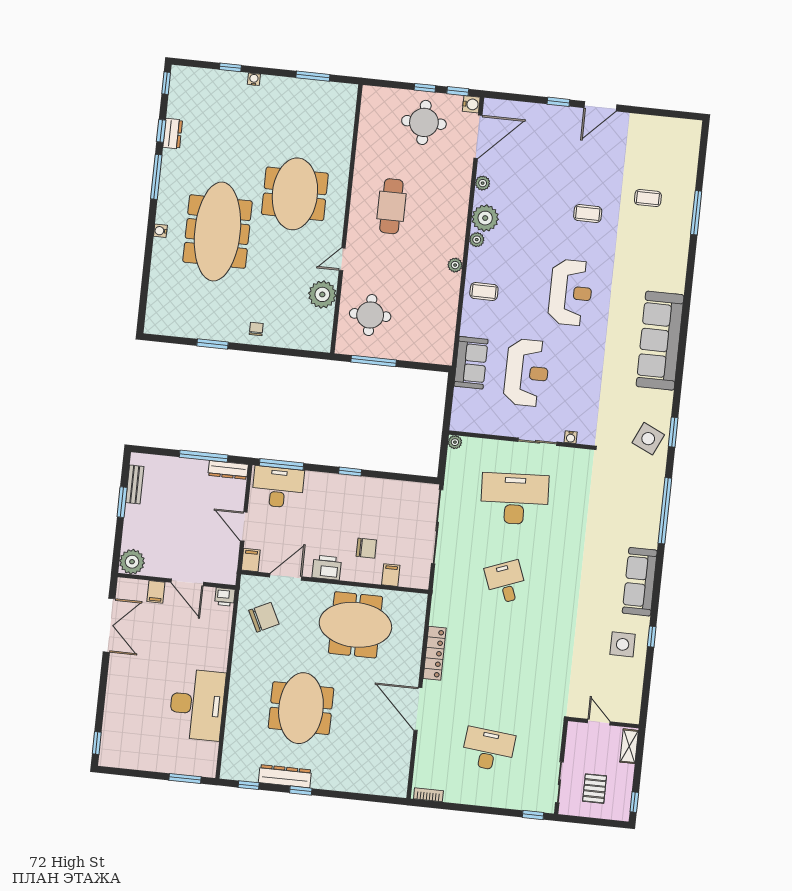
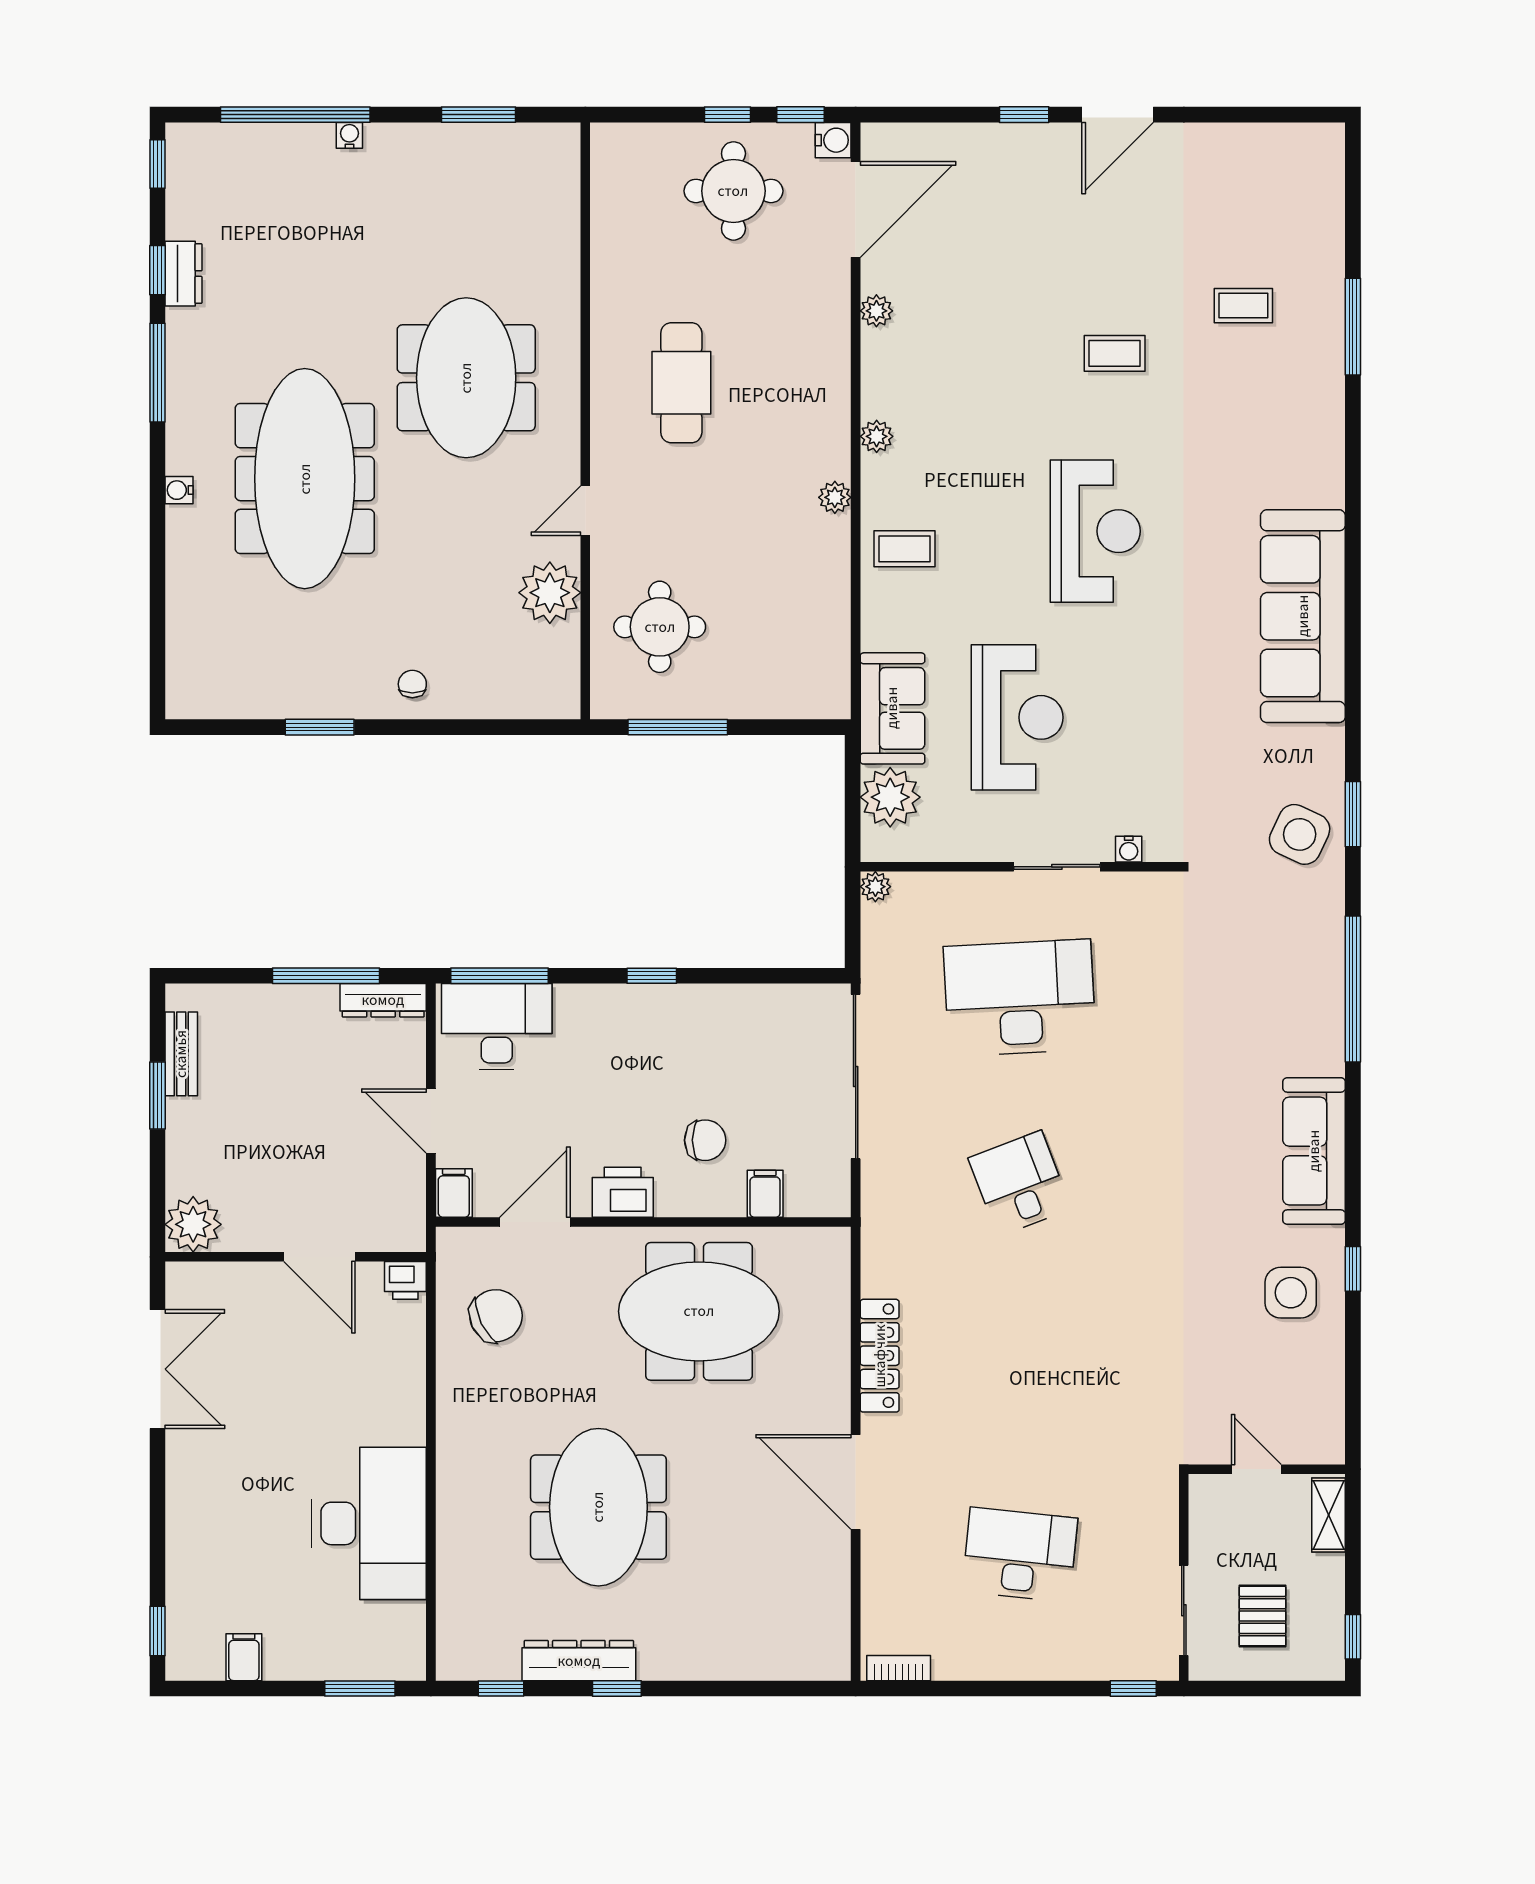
window: (230, 67) -> (295, 115), width x3.17
plant: (485, 218) -> (890, 797), moved
filing cabinet: (156, 592) -> (244, 1657), moved, turned 180

